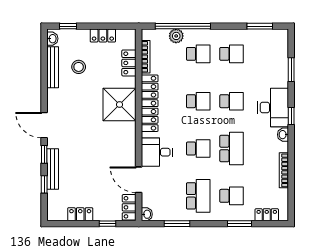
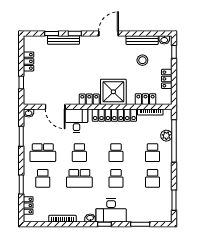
door: (44, 125) -> (109, 33), moved
door: (139, 180) -> (55, 107), swing flipped
locker: (129, 207) -> (89, 99), moved

